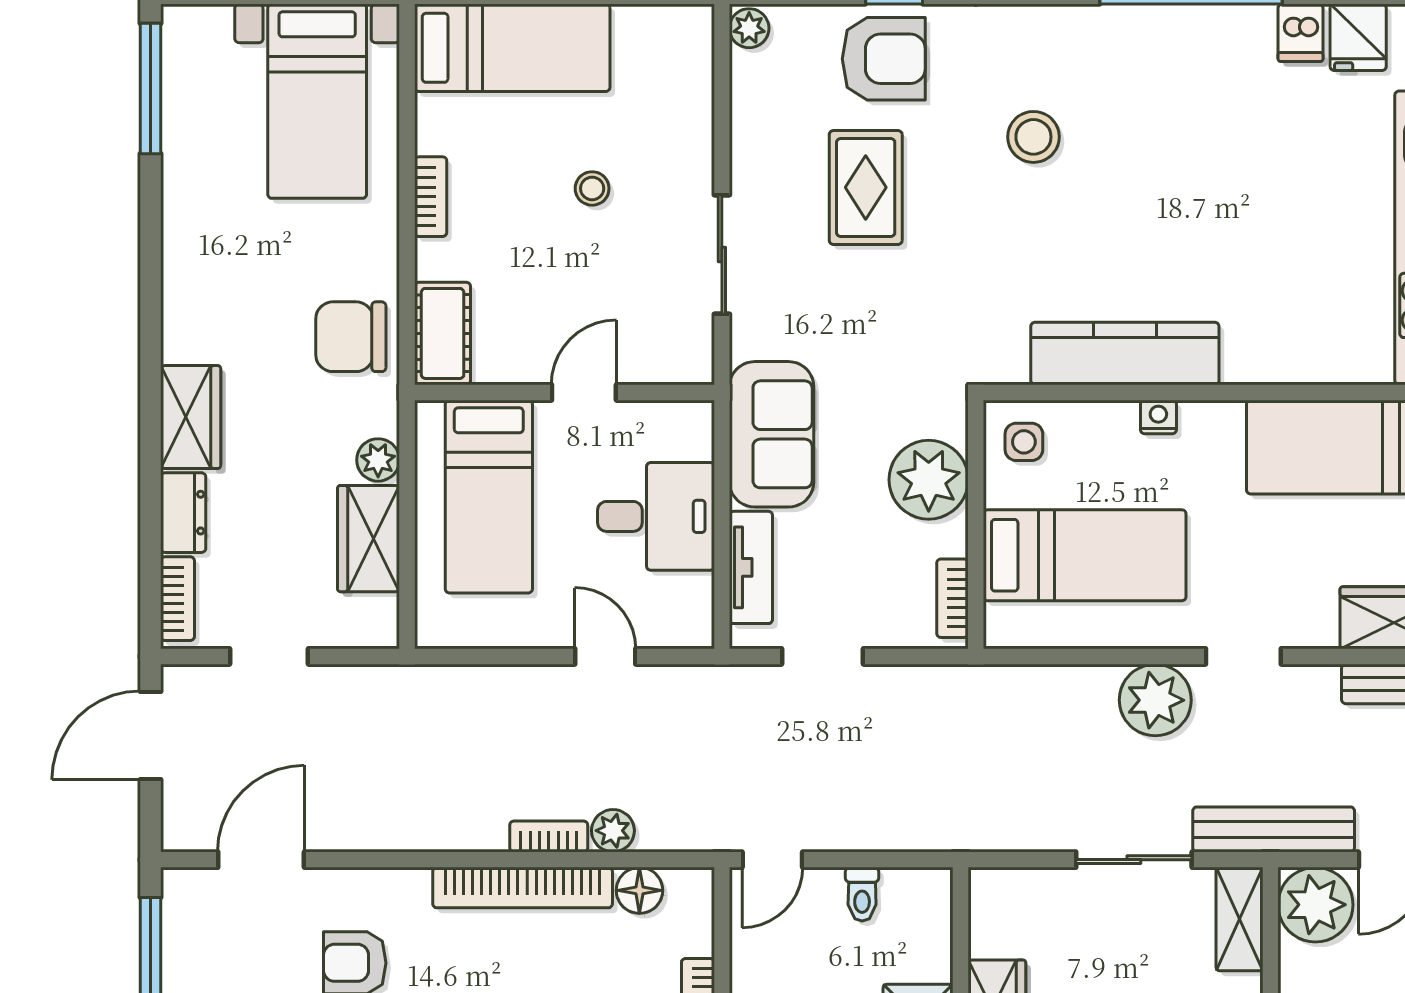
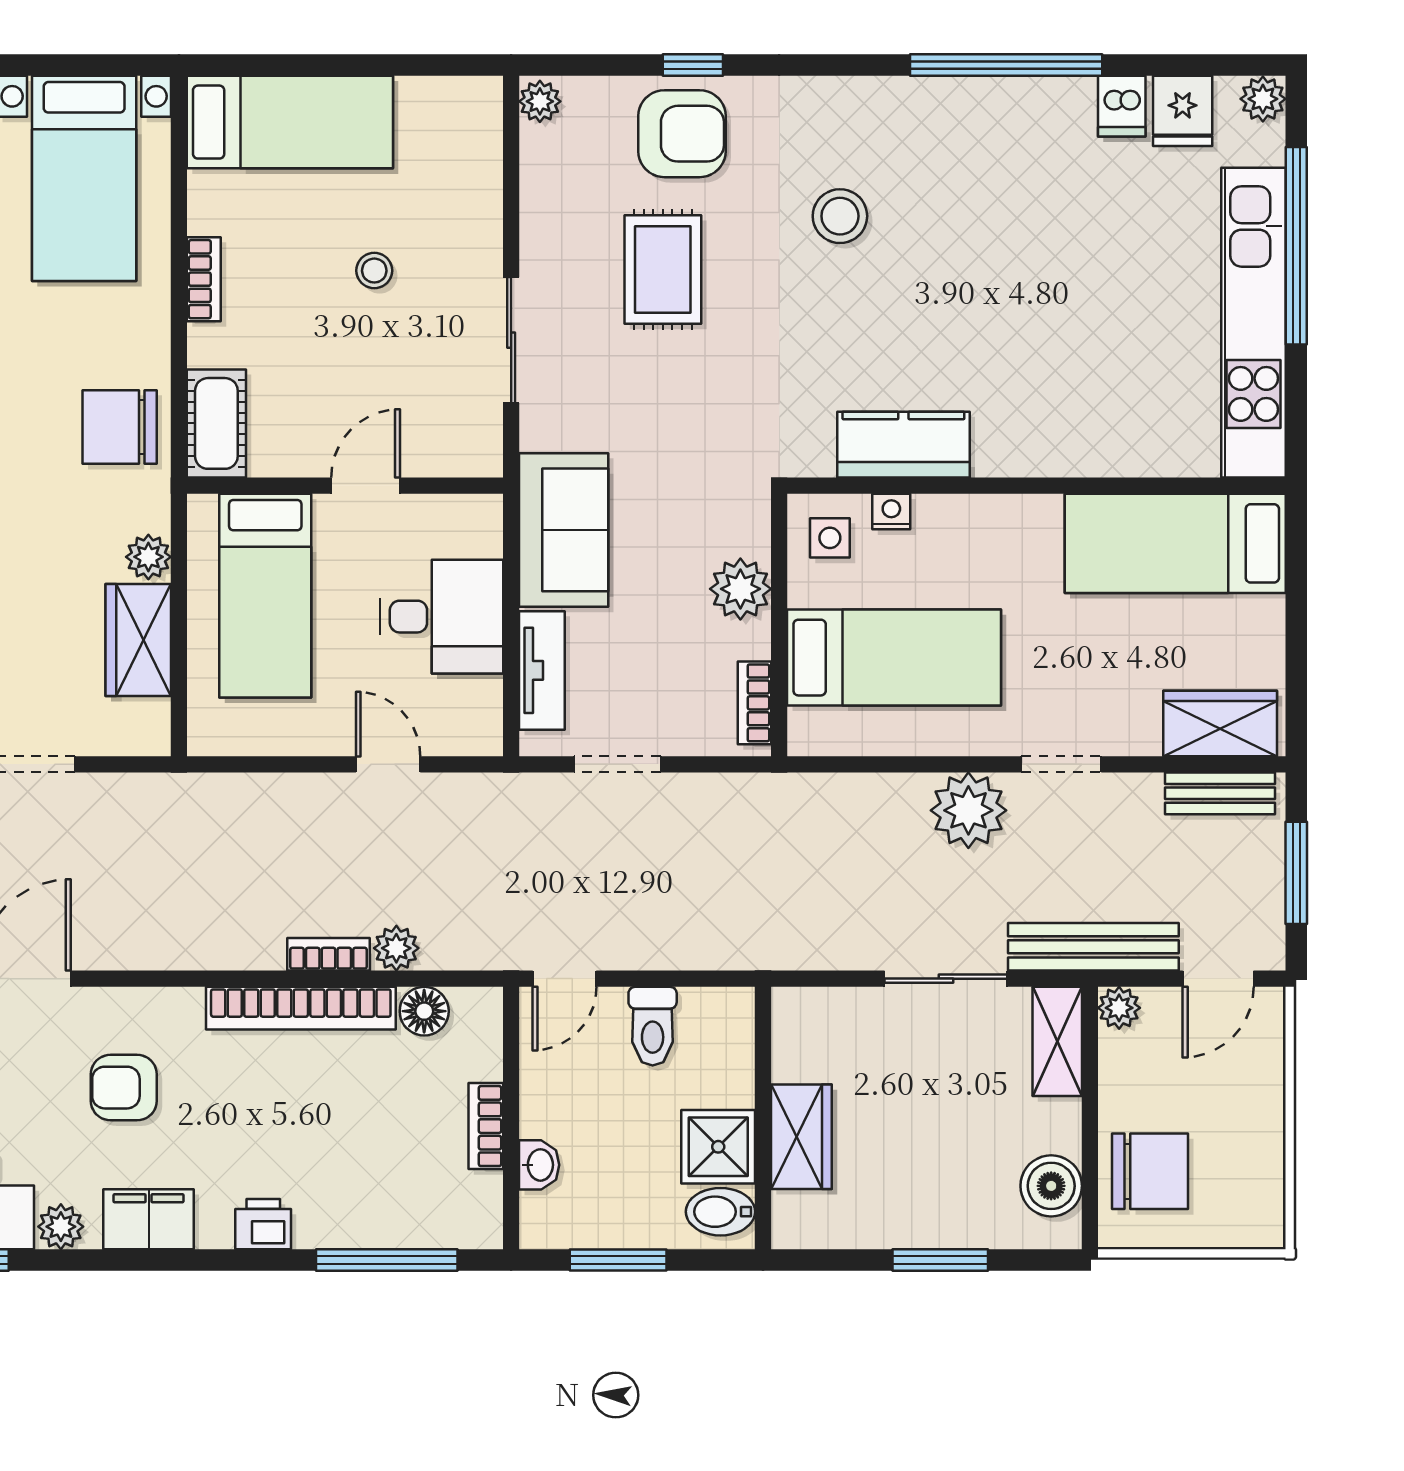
kitchen counter: (1125, 353) -> (903, 445), width x0.67
nightstand: (1158, 417) -> (891, 512), moved
plant: (929, 480) -> (740, 589), width x0.73, depth x0.73
toilet: (862, 894) -> (653, 1026), width x1.37, depth x1.39
plant: (1315, 905) -> (1119, 1008), width x0.53, depth x0.53

